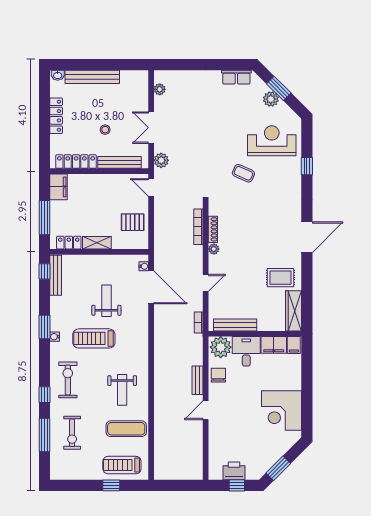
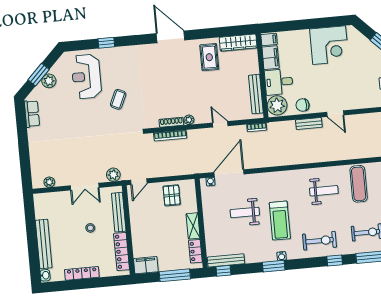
exercise bike: (68, 380) -> (320, 241), turned 180

